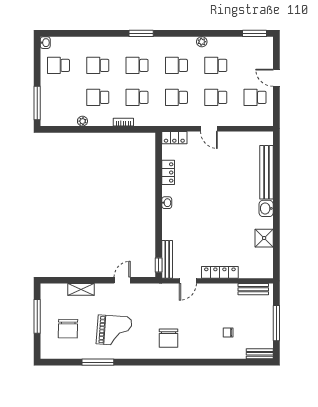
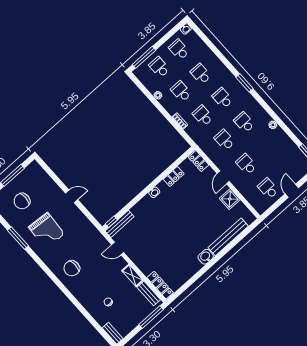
school desk: (216, 65) -> (159, 67), moved
shower: (264, 238) -> (230, 199), moved
locker: (220, 272) -> (160, 285), moved
door: (122, 280) -> (72, 196), moved
shelving: (81, 289) -> (133, 276), moved
window: (276, 323) -> (151, 317), moved

